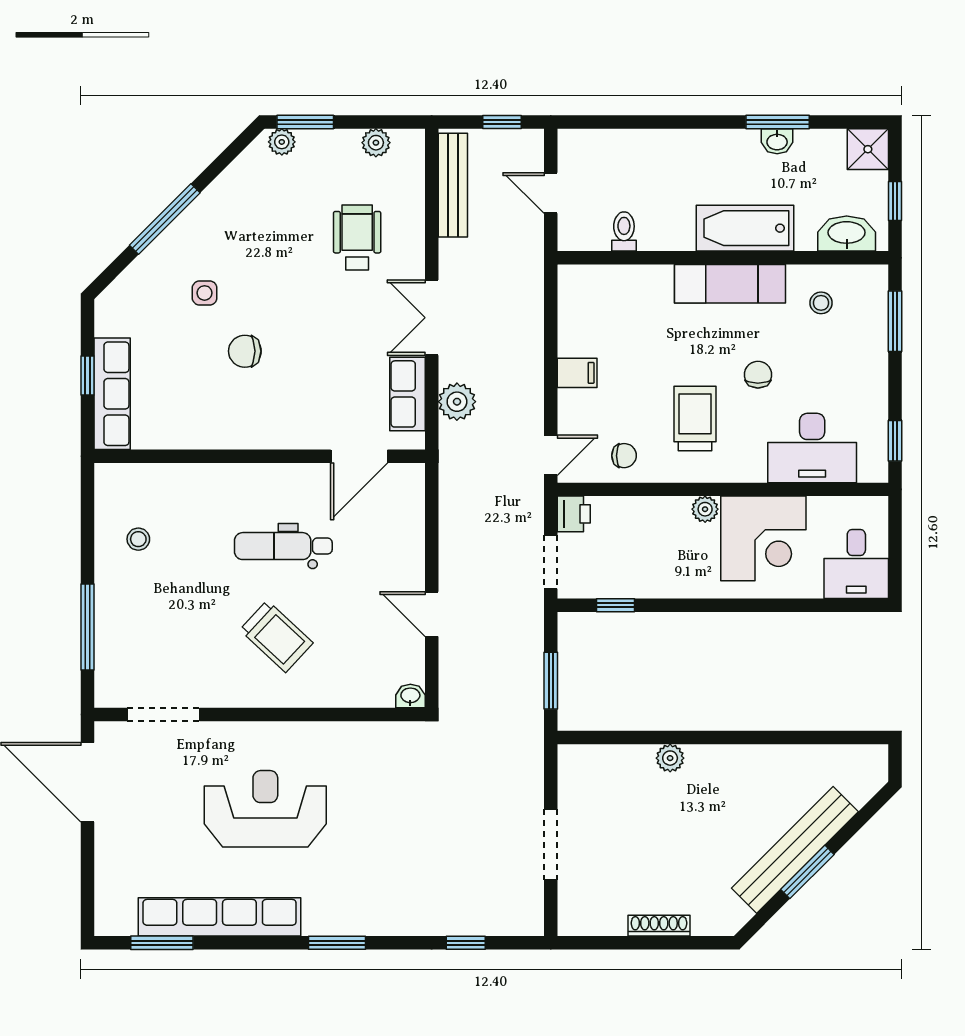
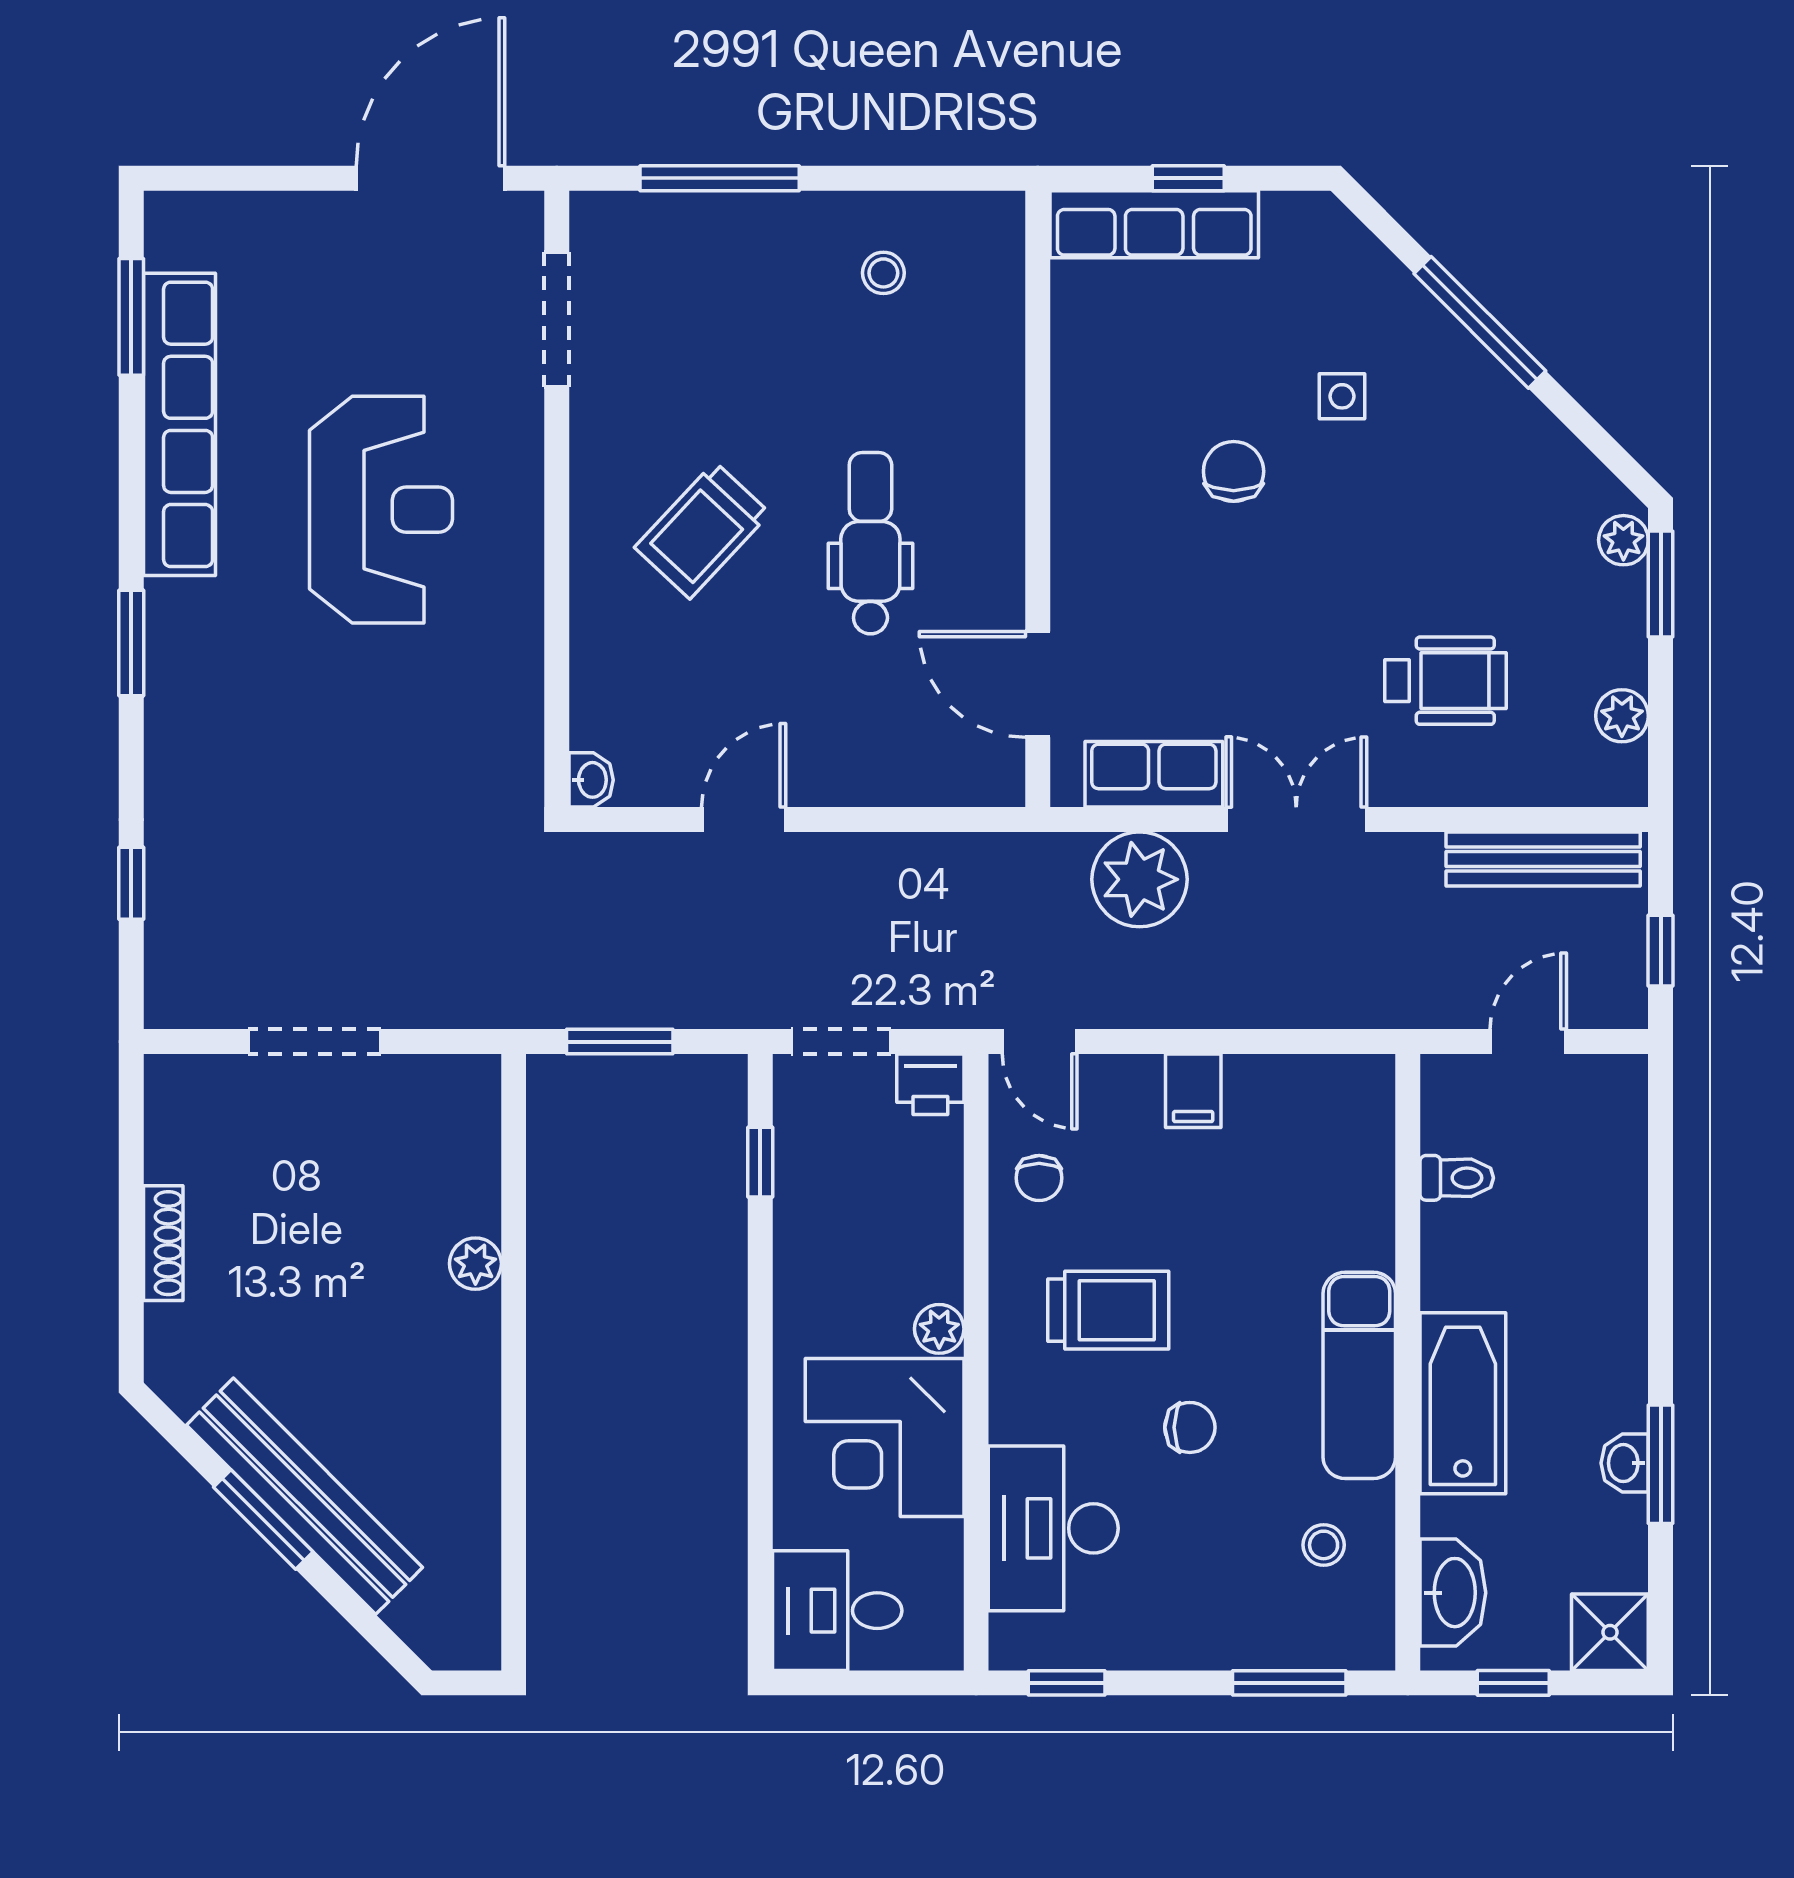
plant: (457, 402) -> (1139, 879), width x1.36, depth x1.36

